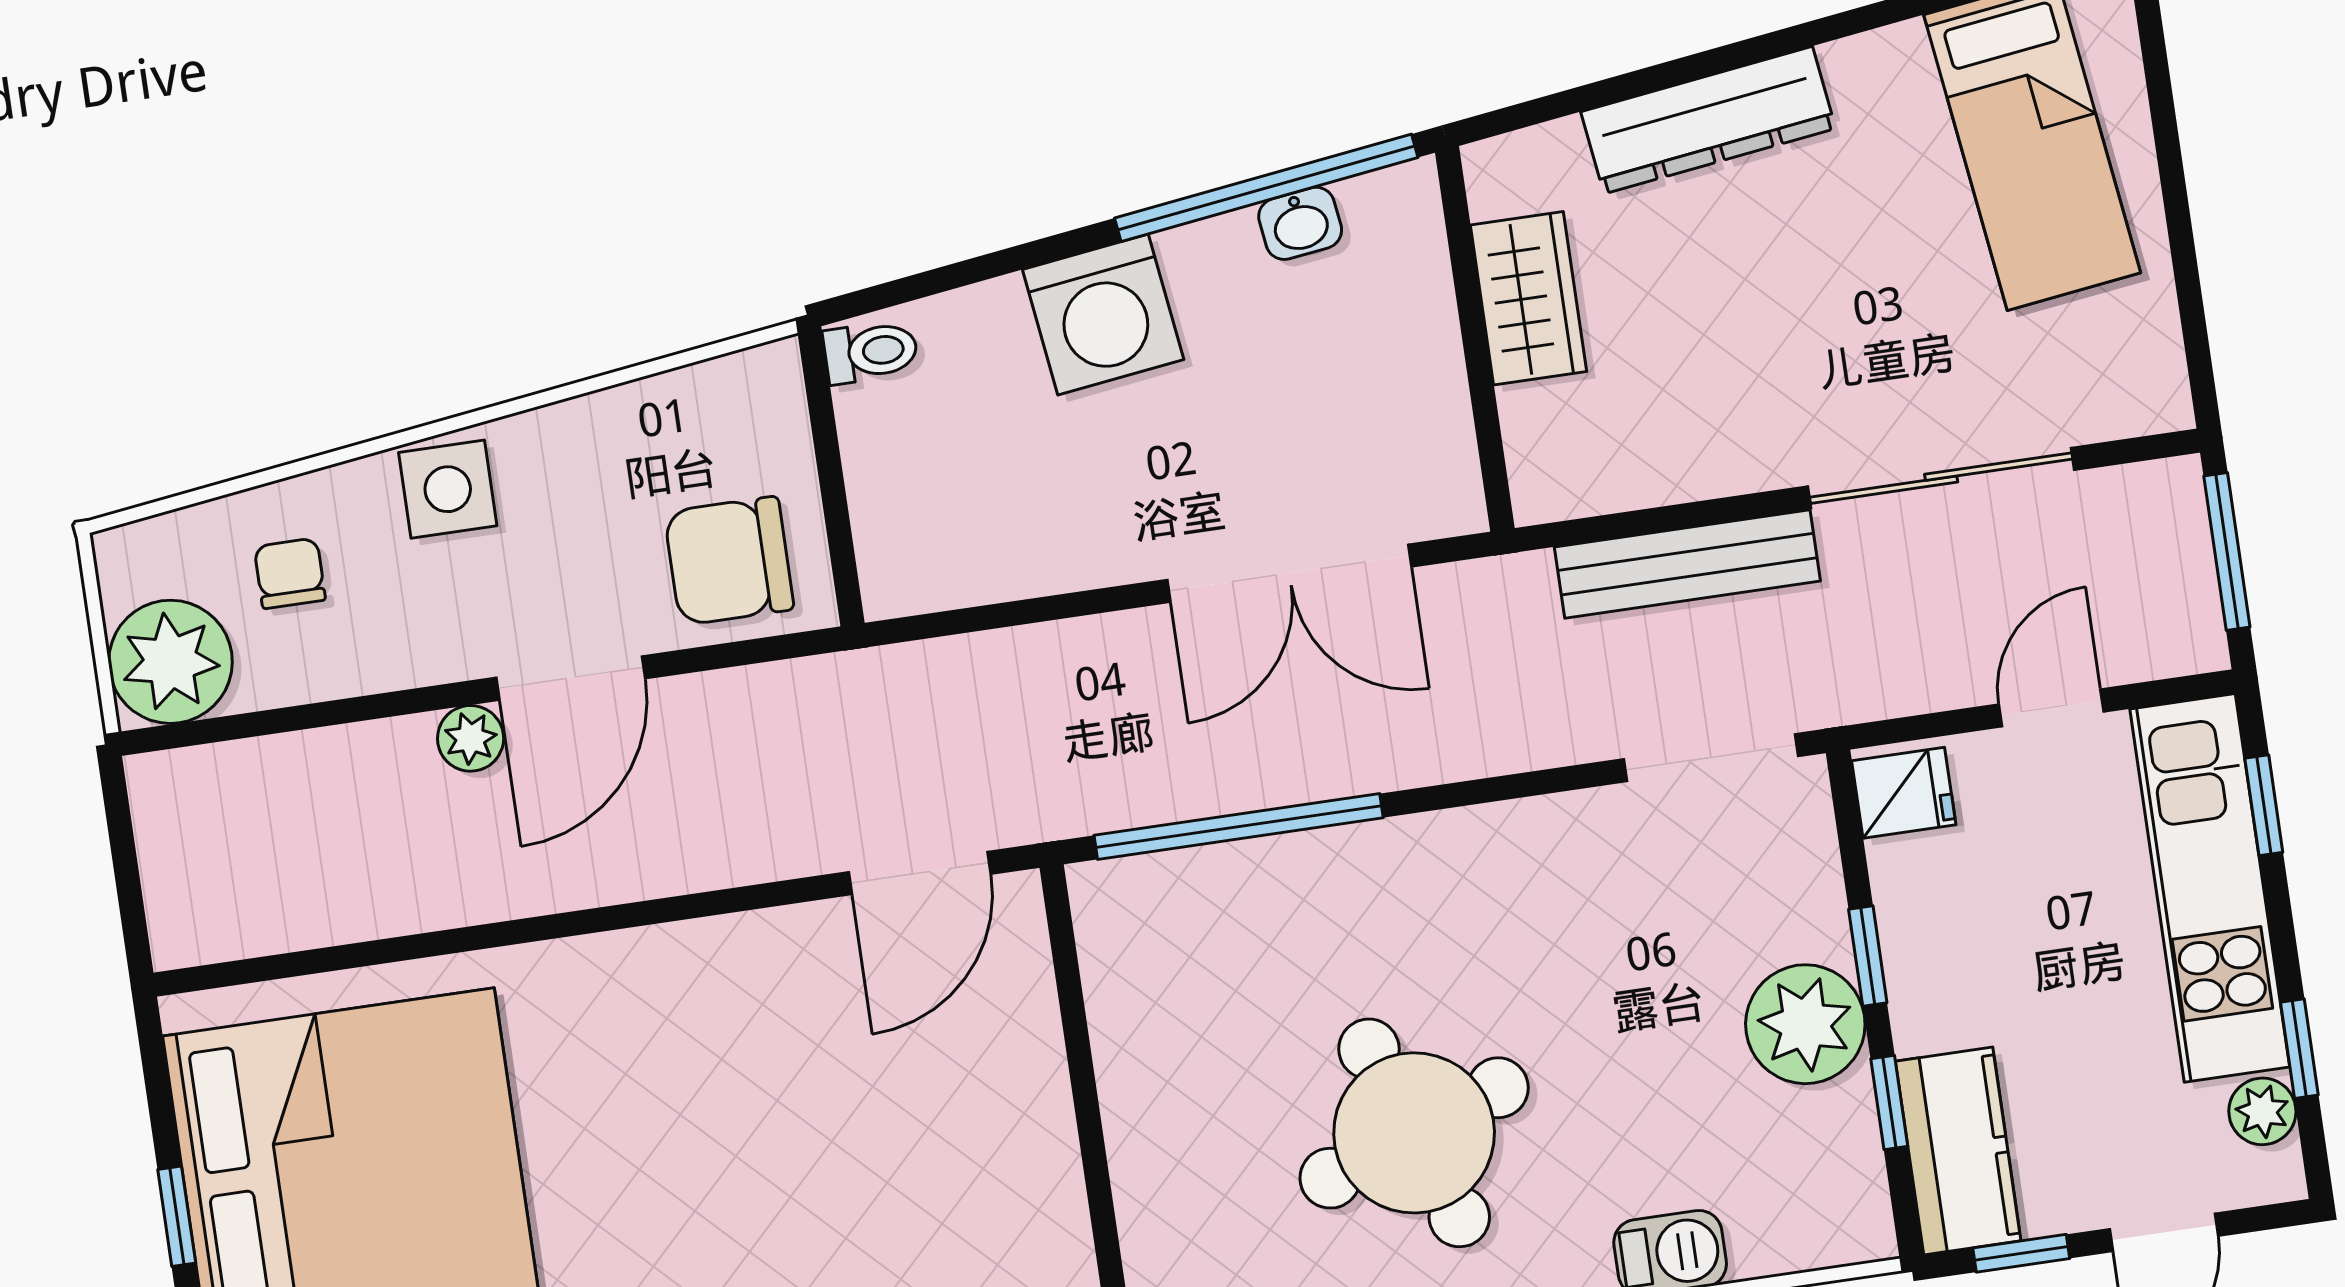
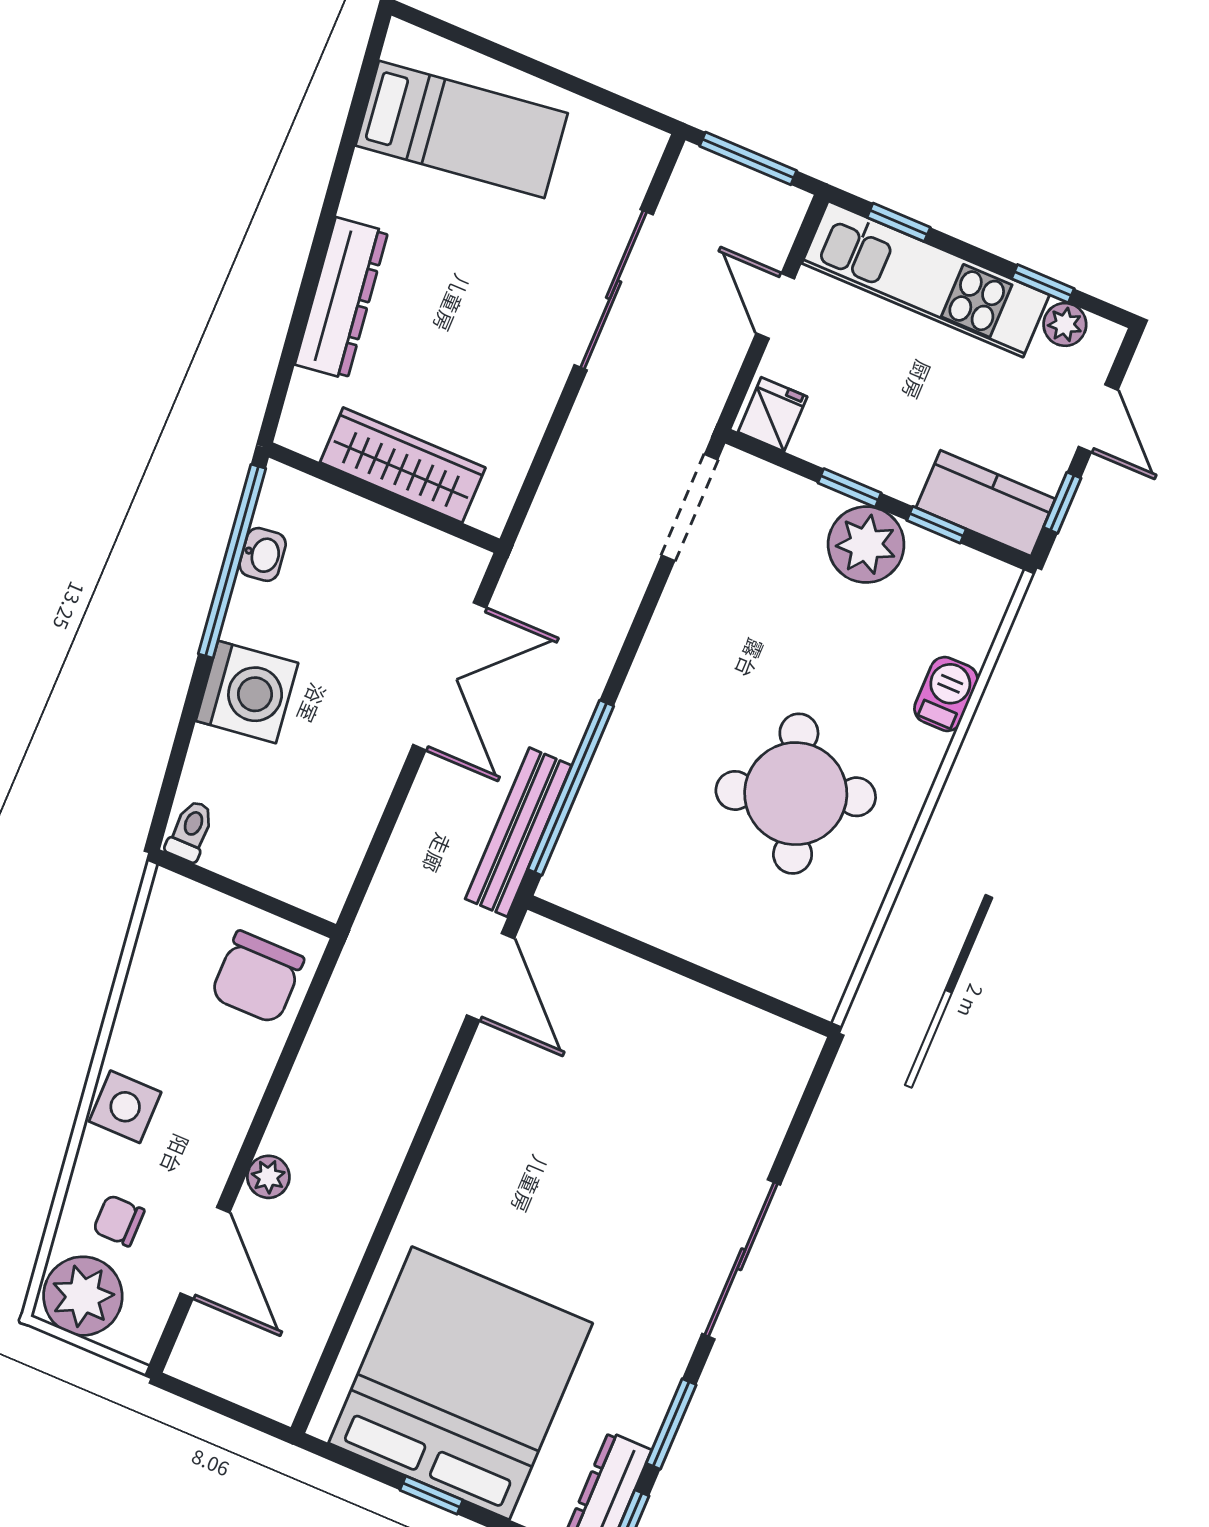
wardrobe: (1528, 298) -> (403, 465), width x1.50
bench: (1687, 564) -> (518, 832), moved
plant: (170, 662) -> (83, 1296), moved
door: (571, 678) -> (205, 1253), moved

